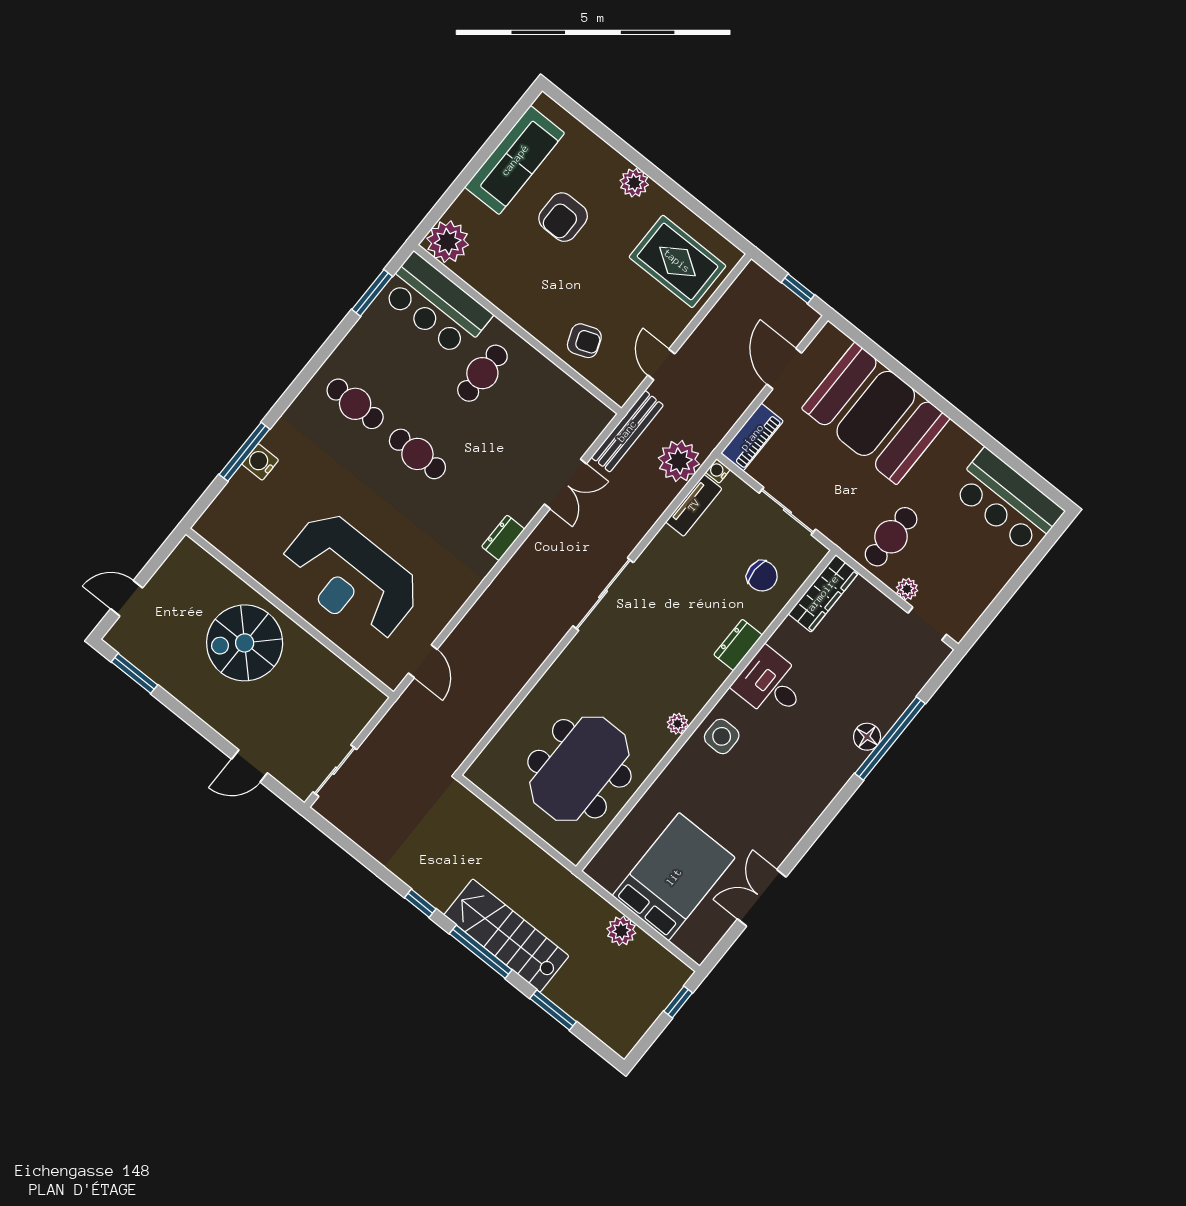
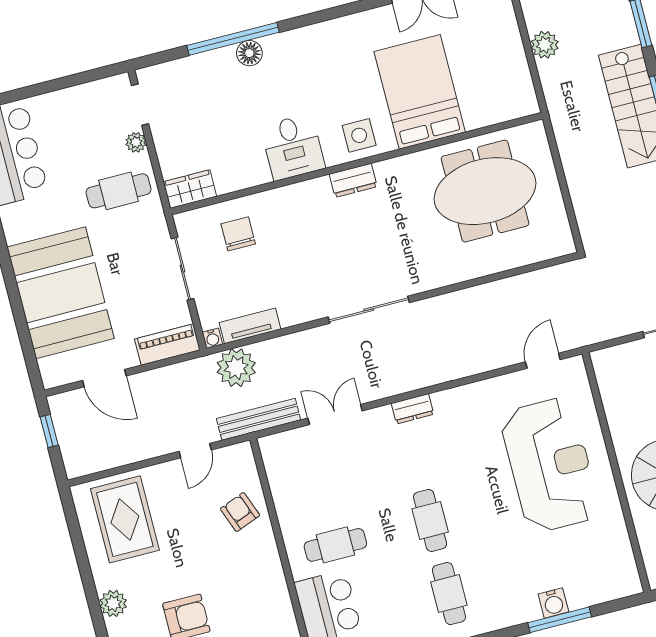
door: (784, 369) -> (104, 378), hinge flipped
wardrobe: (823, 593) -> (190, 189), width x0.67
dresser: (738, 645) -> (353, 180), moved
plant: (678, 724) -> (385, 170), removed
bed: (674, 877) -> (420, 92), moved, turned 90

